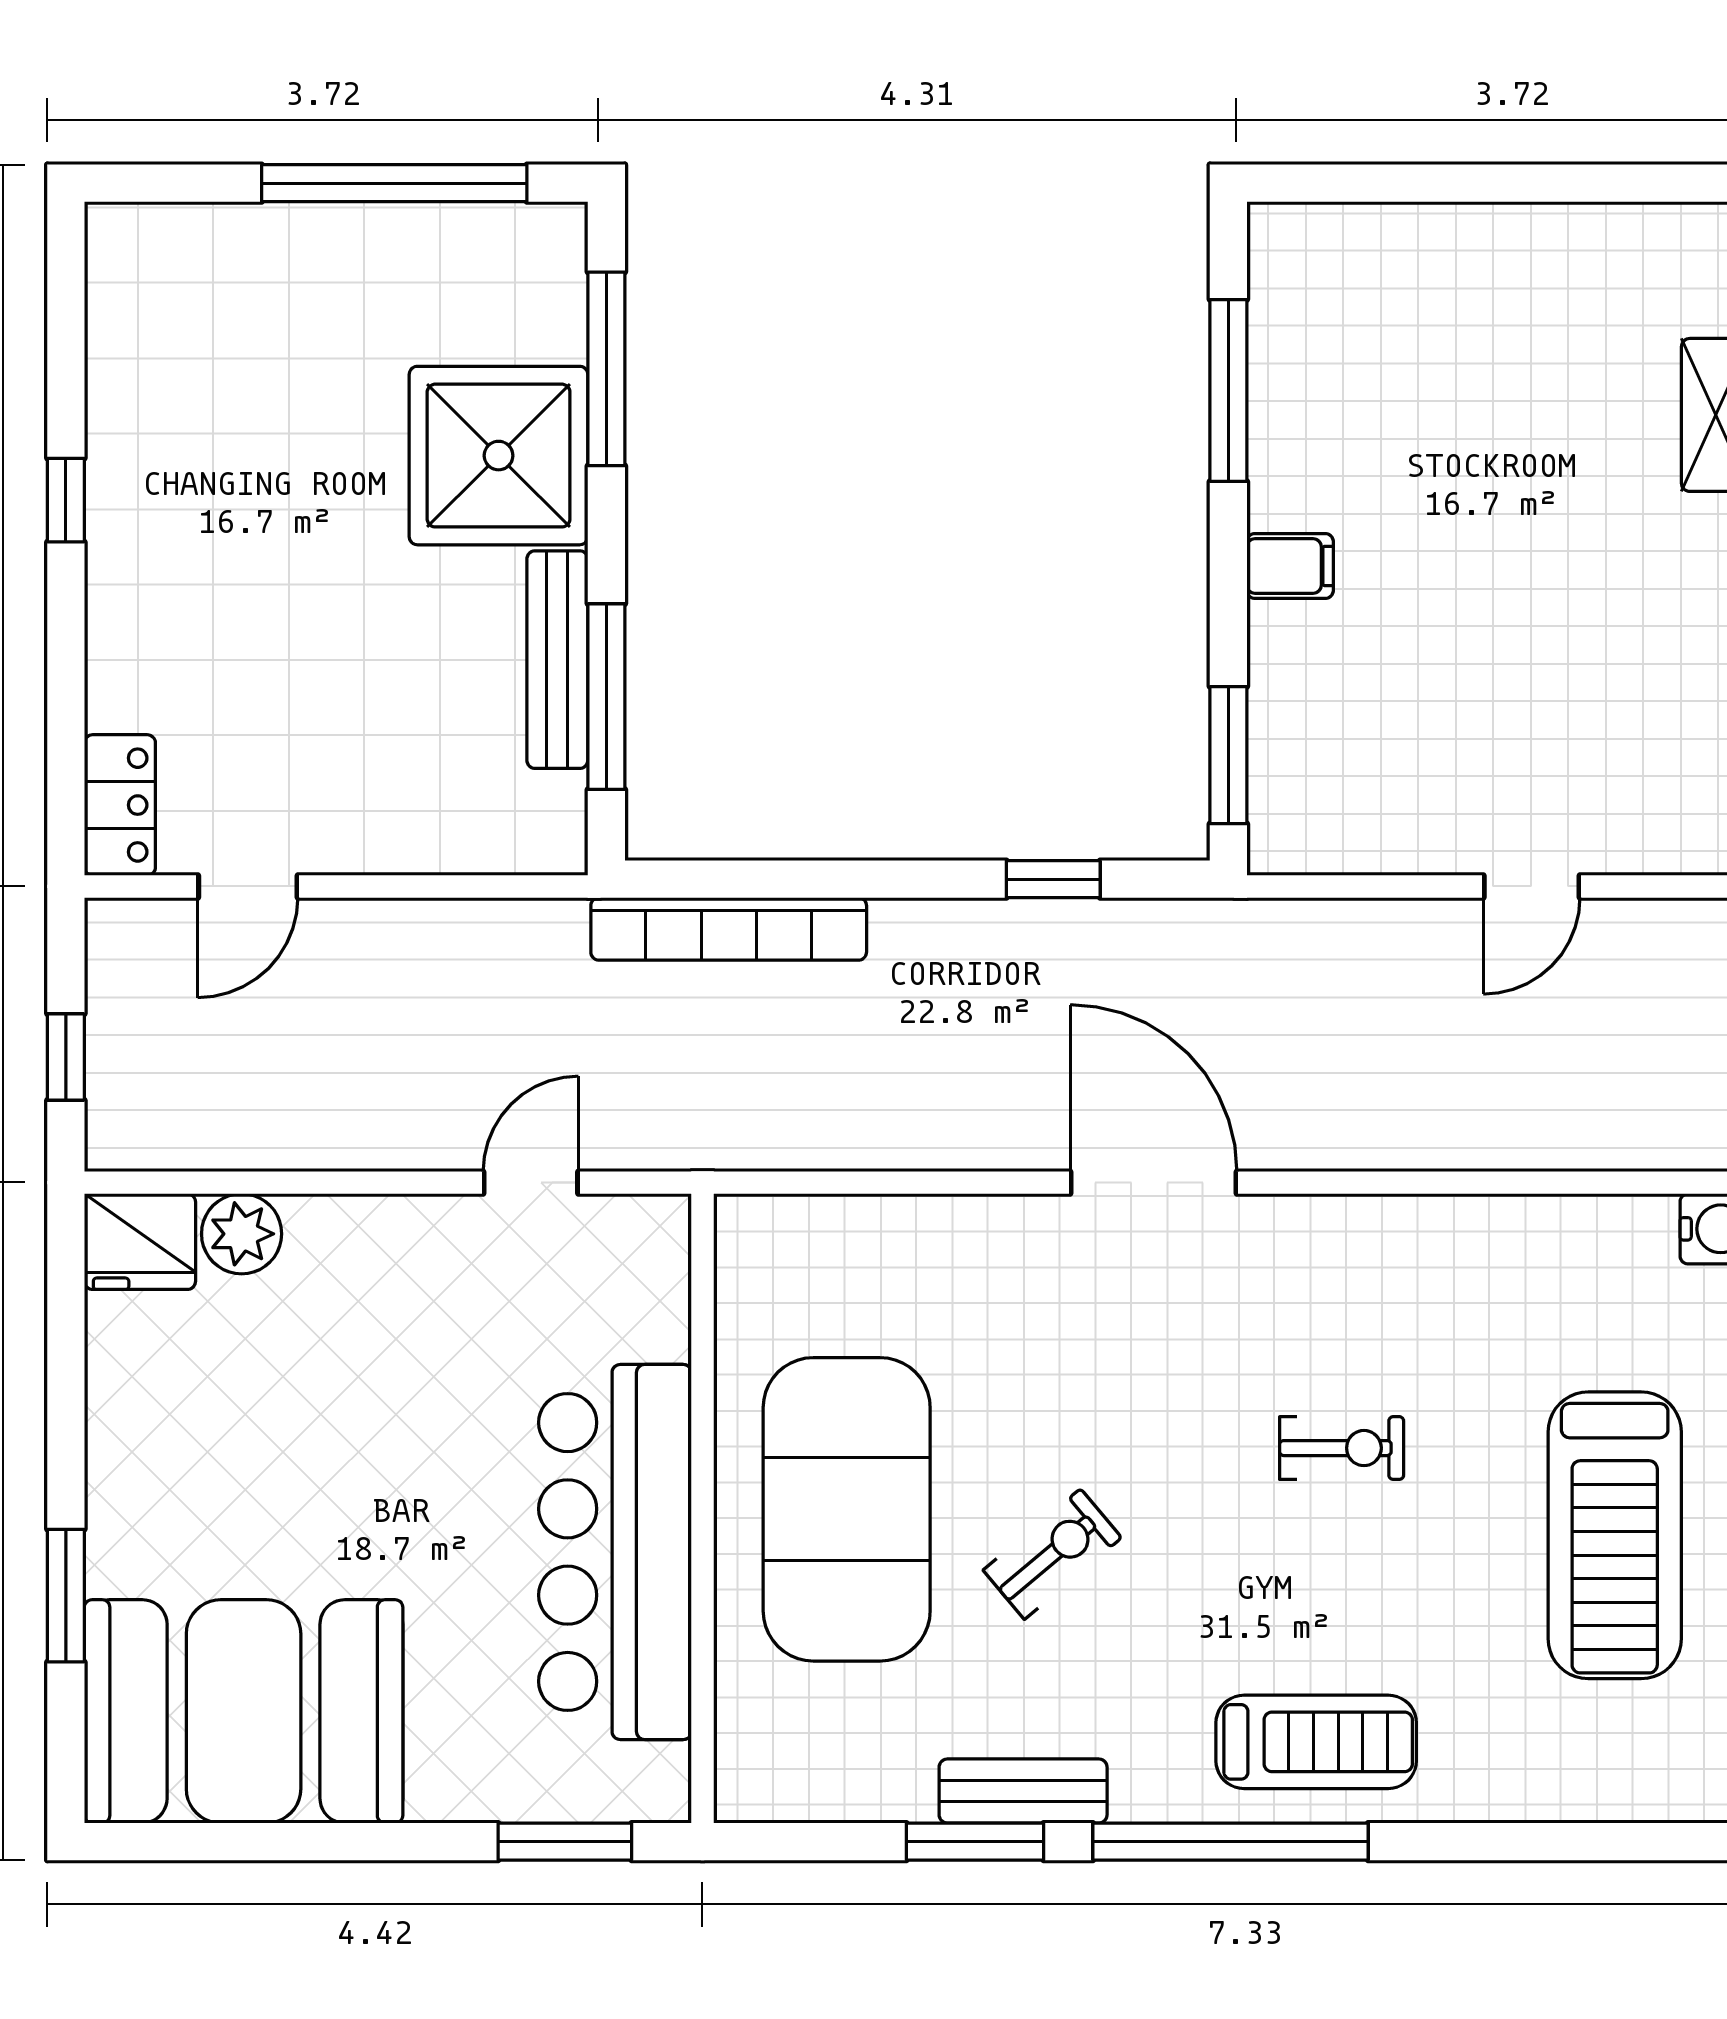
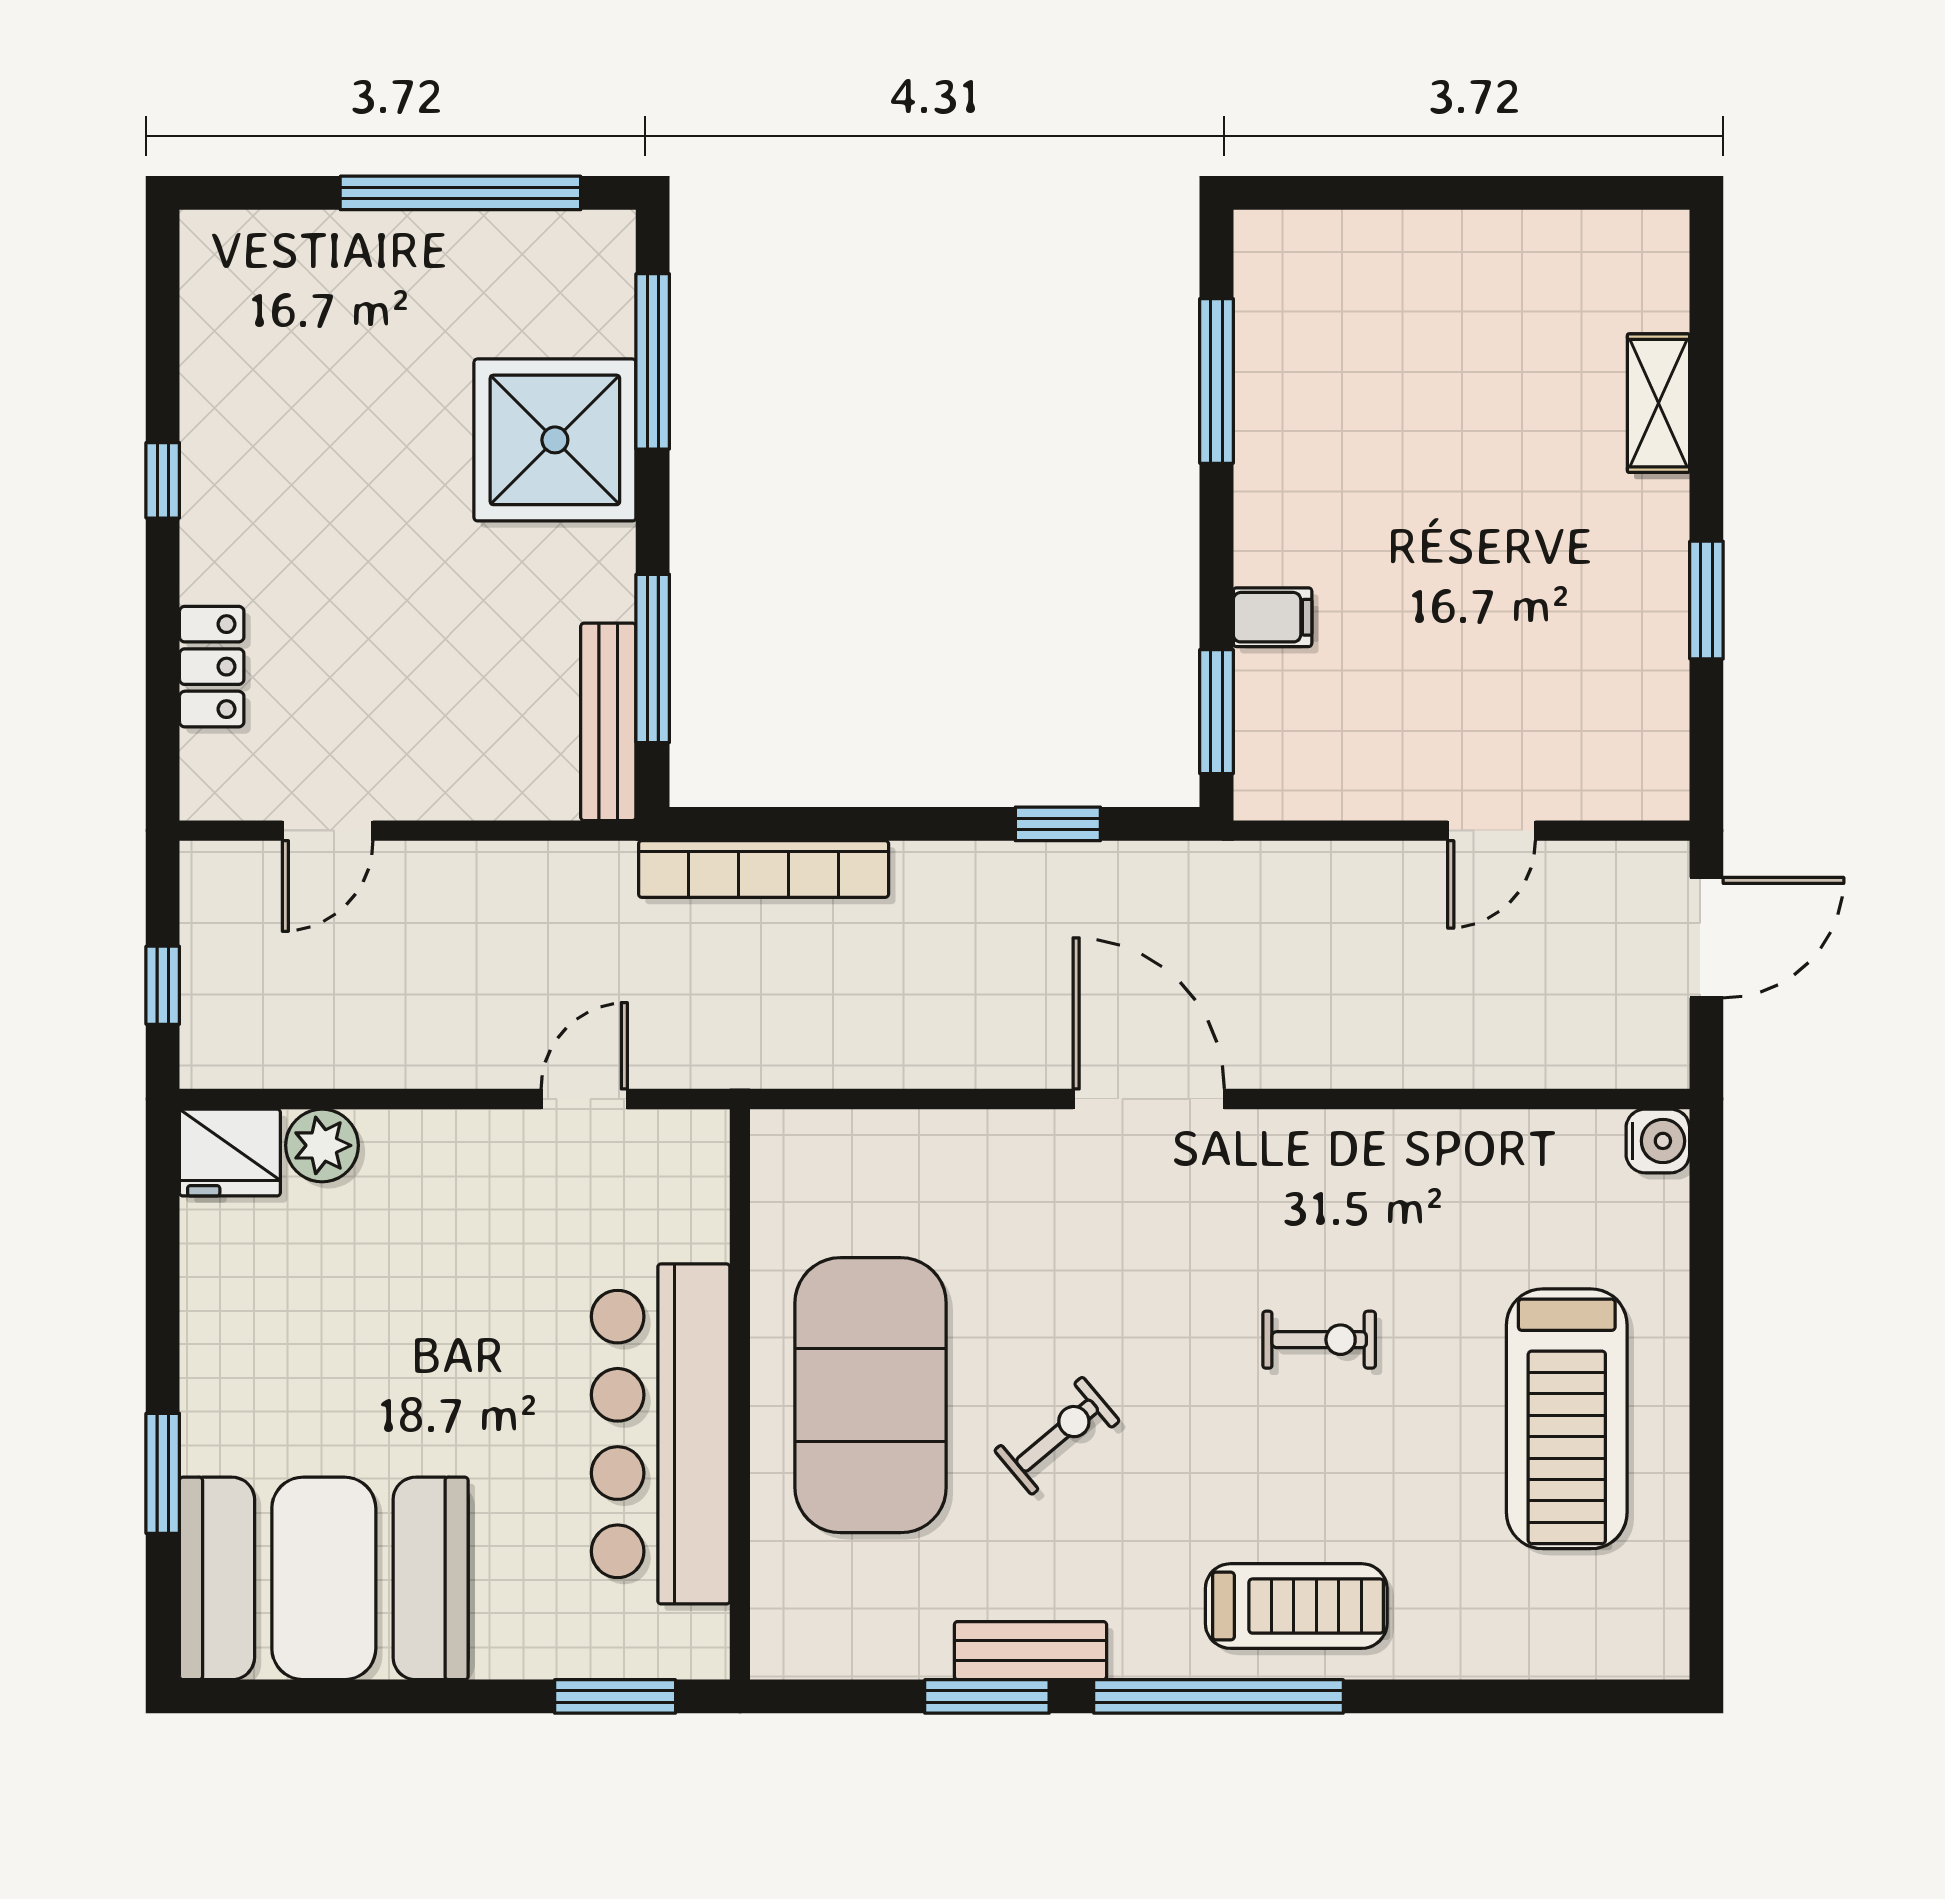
filing cabinet: (1290, 566) -> (1273, 617), moved
bench: (557, 660) -> (608, 722), moved
locker: (120, 805) -> (212, 667), moved

